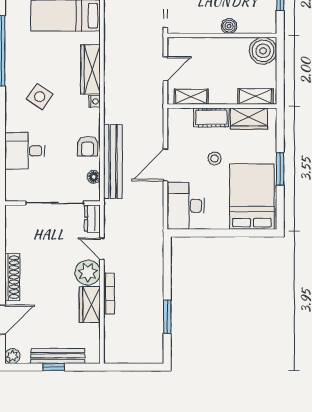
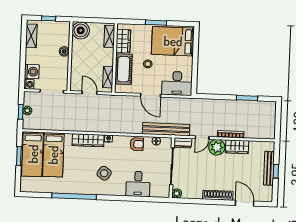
cot: (211, 117) -> (123, 69), width x1.37, depth x1.34
bench: (113, 161) -> (166, 129), moved
plant: (12, 356) -> (177, 193), moved

